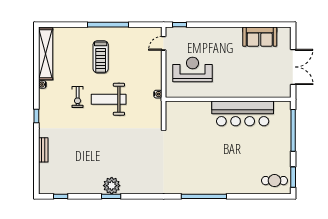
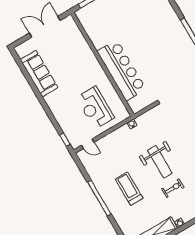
sofa: (260, 37) -> (39, 74), width x1.36
treadmill: (101, 57) -> (129, 189), turned -90
bar counter: (243, 113) -> (121, 70), moved

